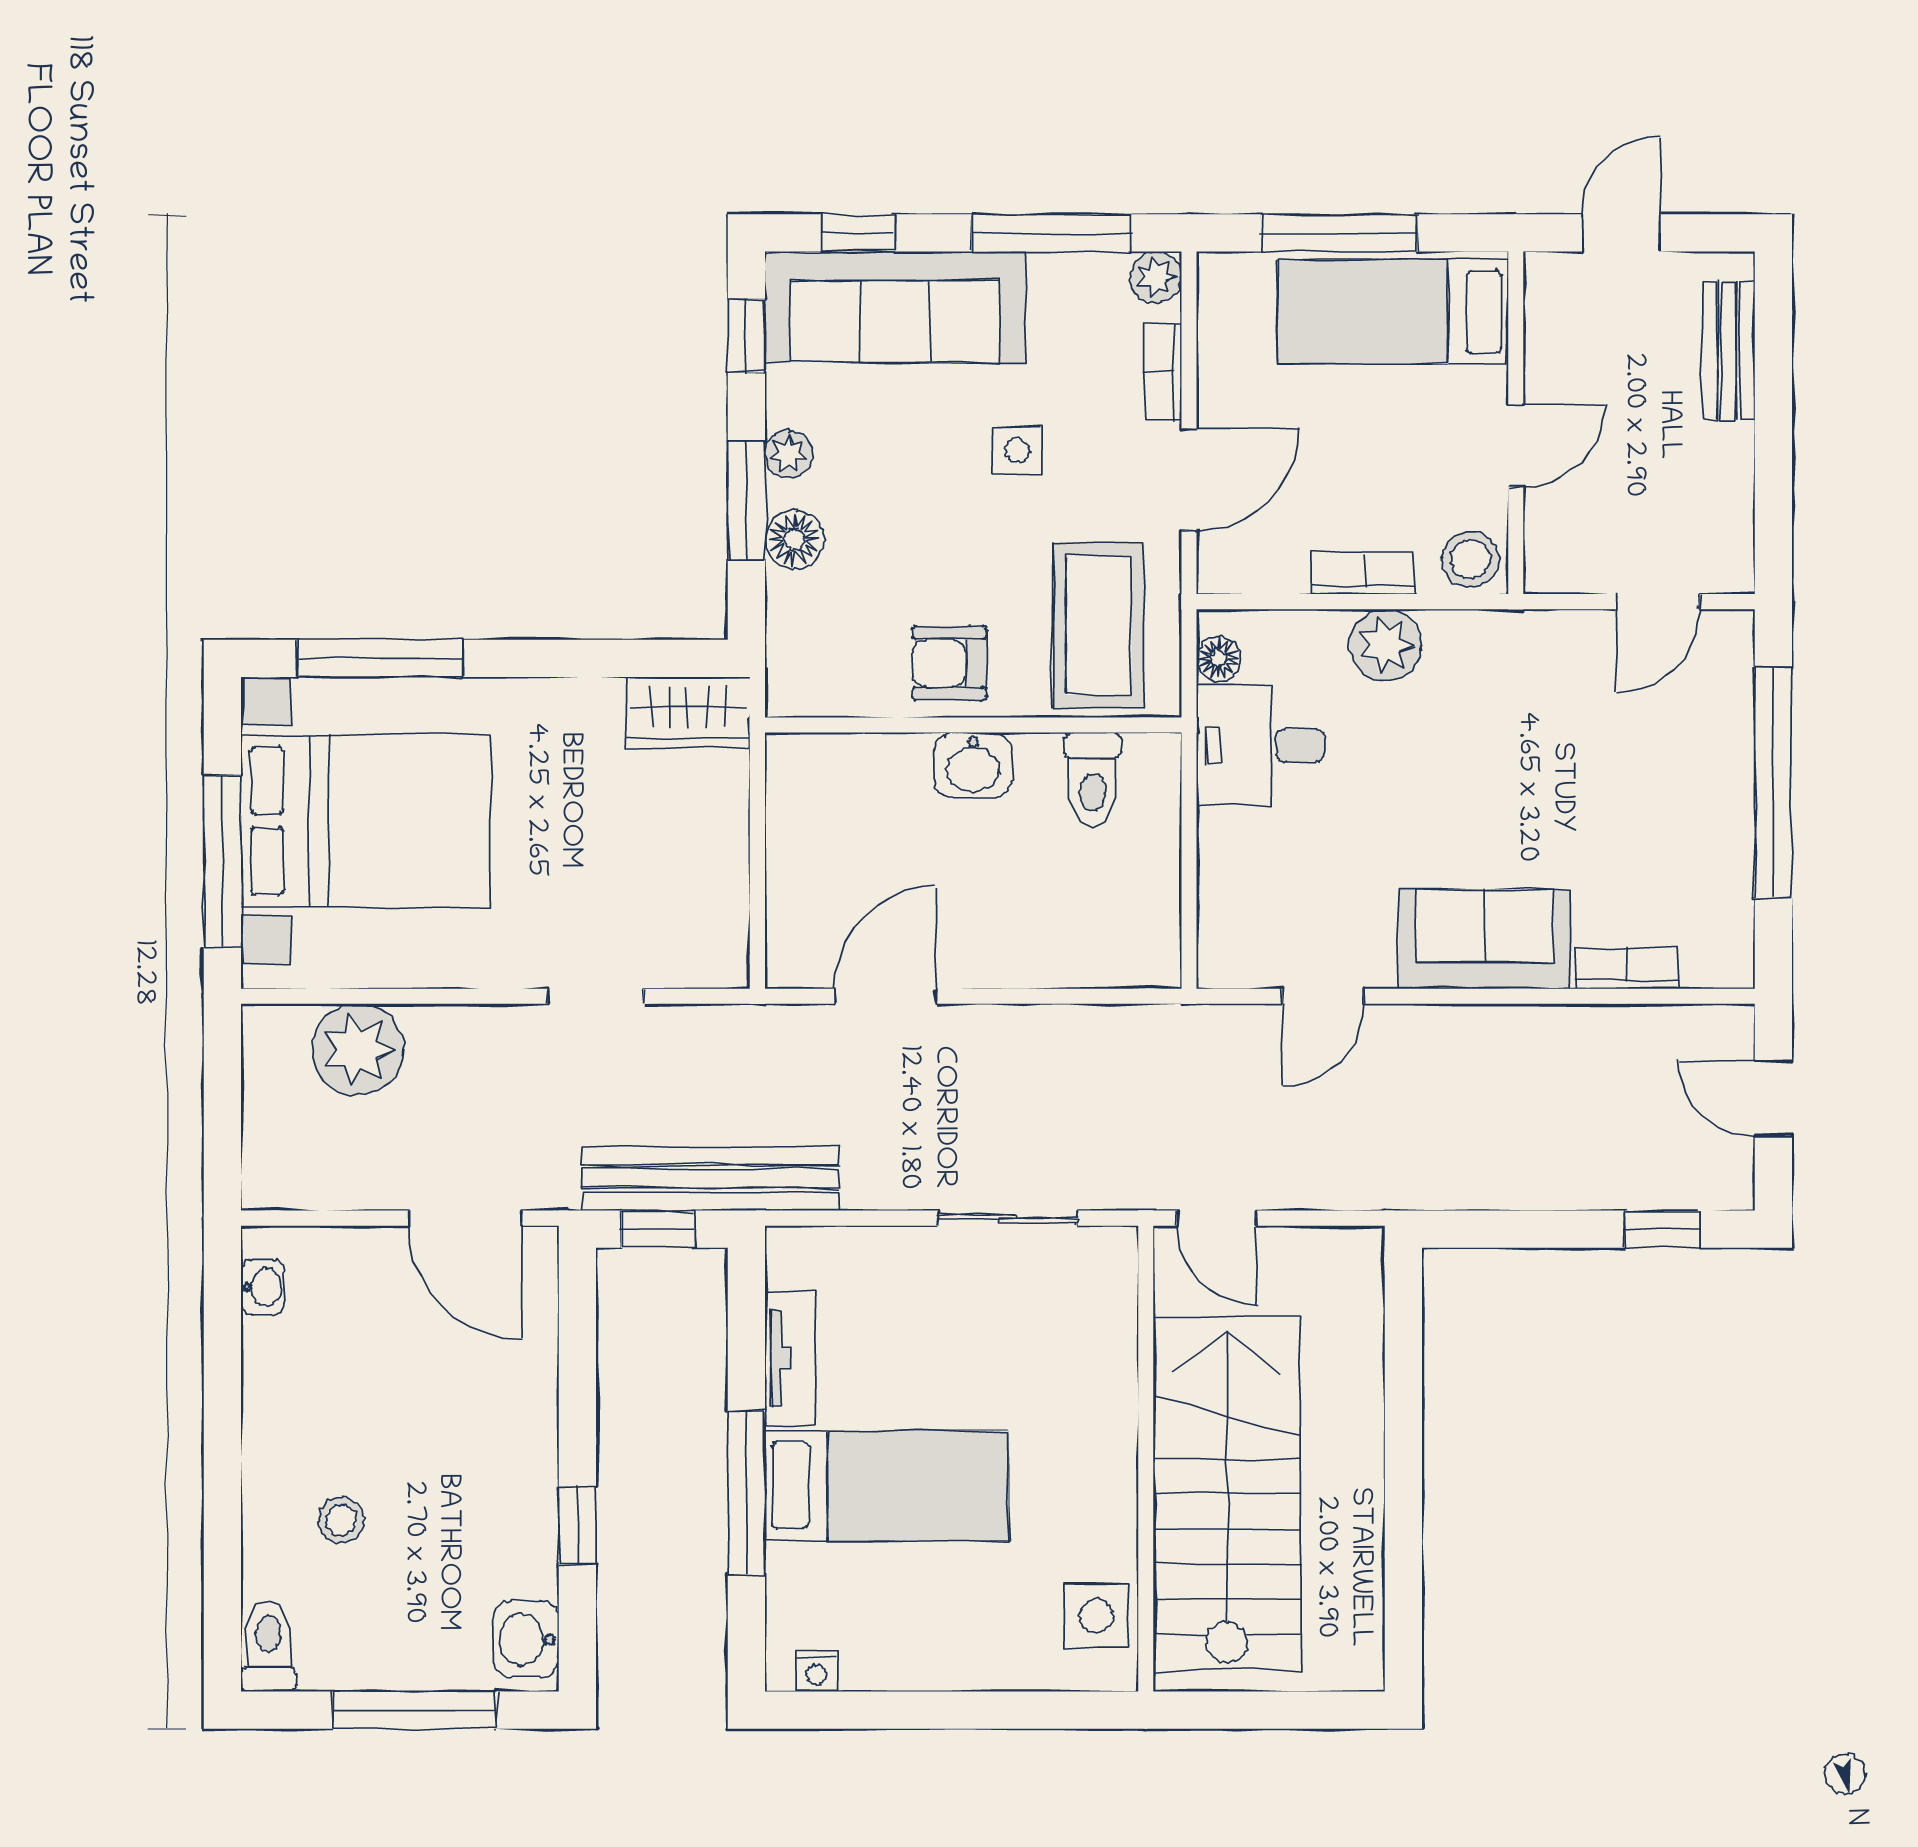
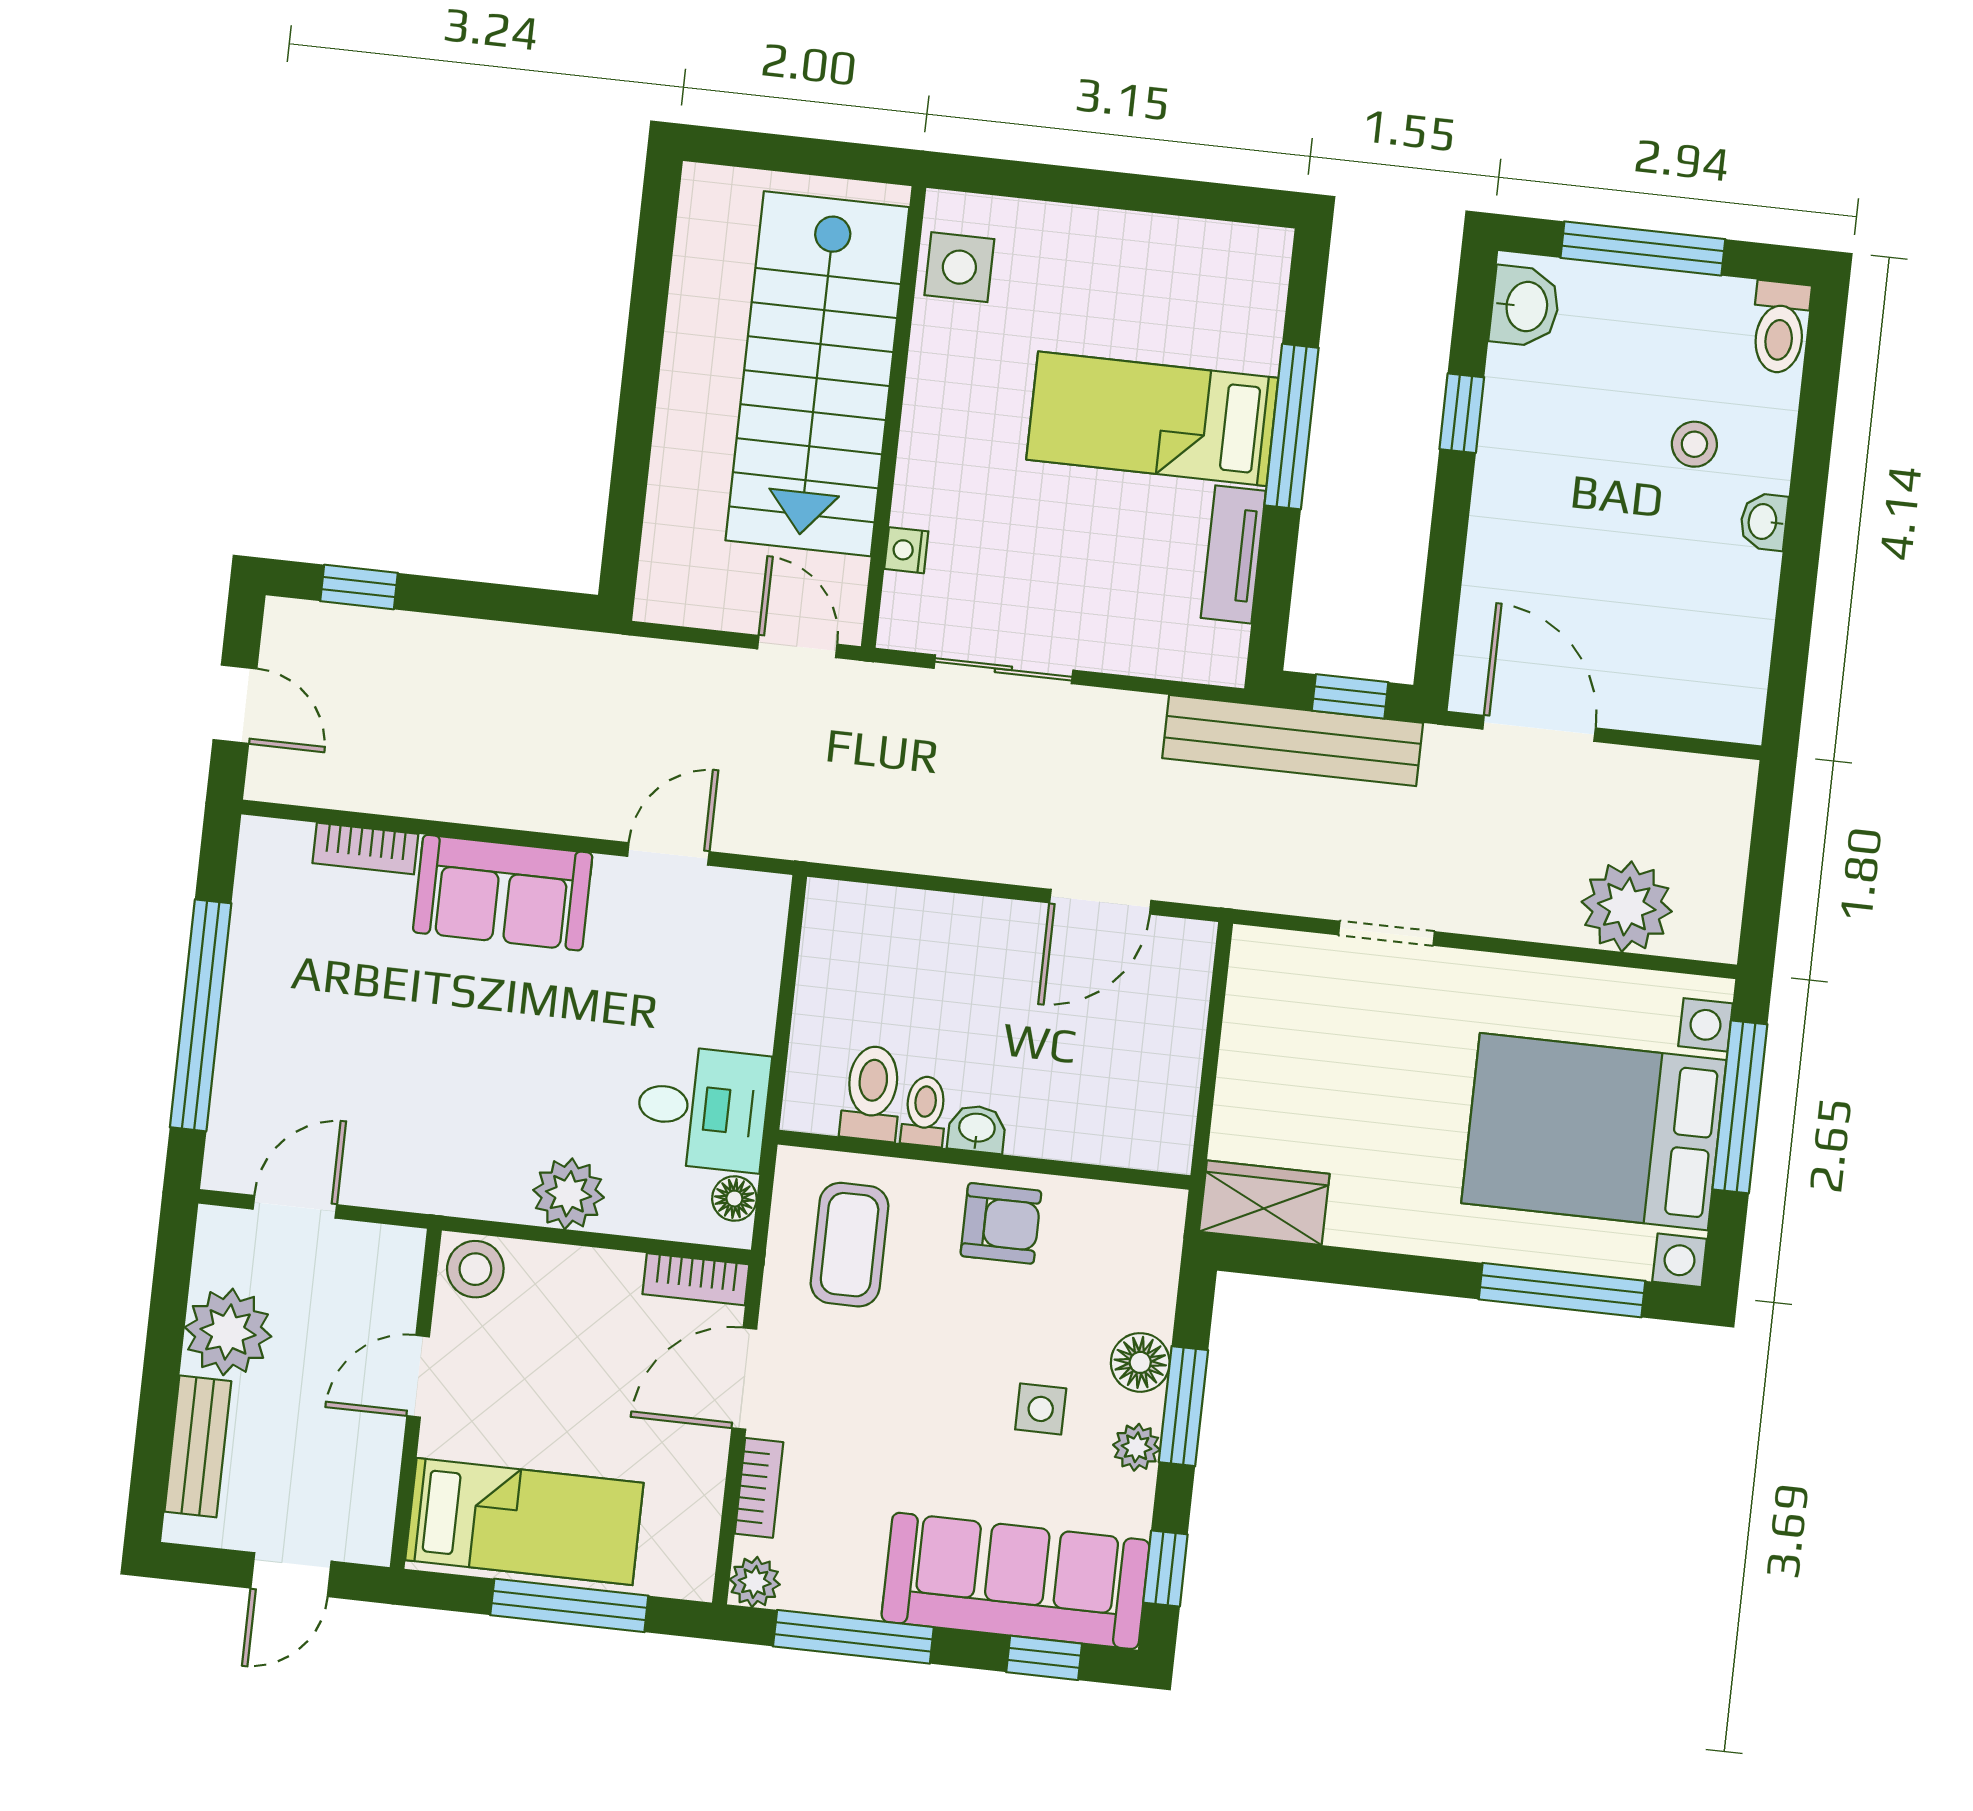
side table: (1017, 450) -> (1041, 1409), moved
plant: (1711, 469) -> (228, 1332), added
bookcase: (1363, 573) -> (696, 1279), moved
coffee table: (1098, 625) -> (850, 1245), width x0.73, depth x0.76
washbasin: (973, 765) -> (977, 1129), width x0.72, depth x0.69
toilet: (1038, 767) -> (925, 1111), added
washbasin: (263, 1287) -> (1764, 522), moved
nightstand: (816, 1672) -> (906, 550), moved, turned -90

